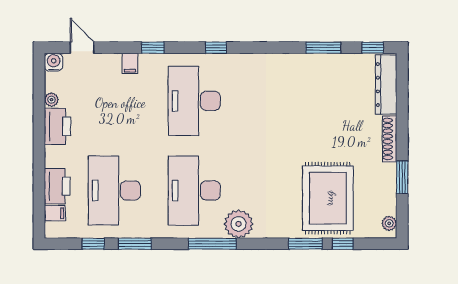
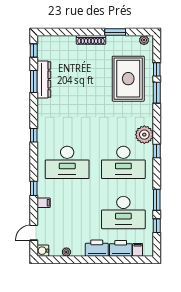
window: (216, 48) -> (34, 135), moved
dresser: (386, 85) -> (44, 79), moved, turned -90
printer: (58, 126) -> (97, 248), moved
rug: (328, 198) -> (128, 79), turned 90
window: (212, 244) -> (157, 151), width x0.46

